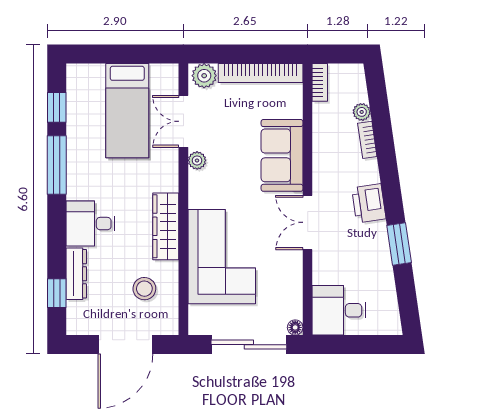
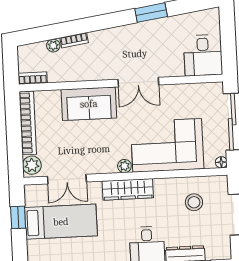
window: (136, 54) -> (18, 217), added
plant: (197, 160) -> (124, 166), moved
printer: (369, 203) -> (122, 37), removed
wardrobe: (166, 226) -> (128, 189), moved
floor lamp: (295, 327) -> (221, 162), moved

